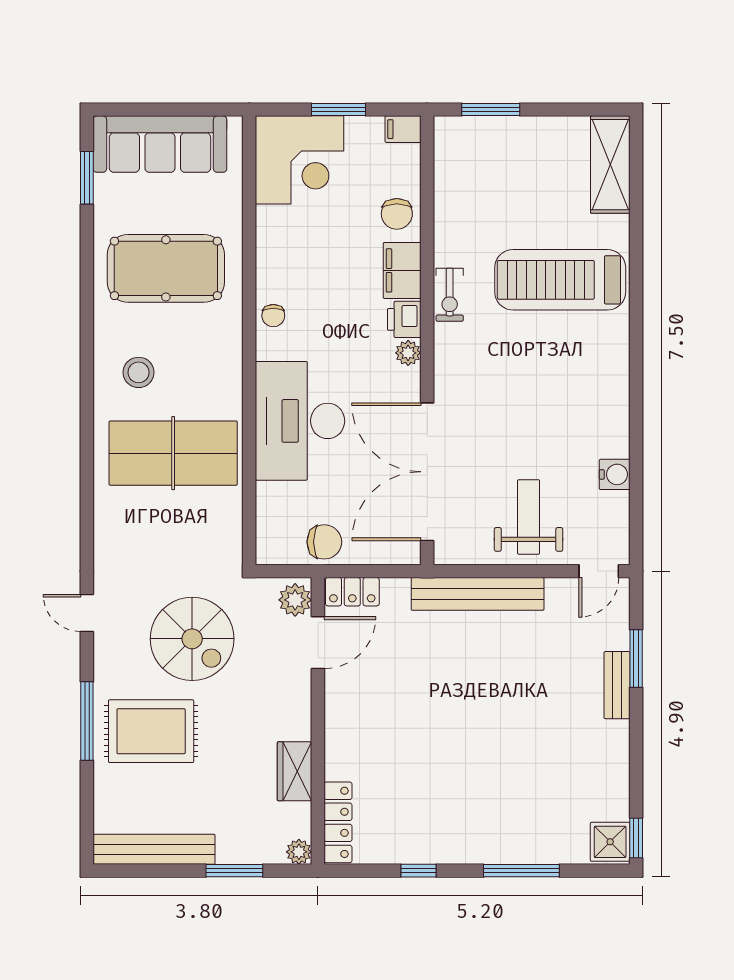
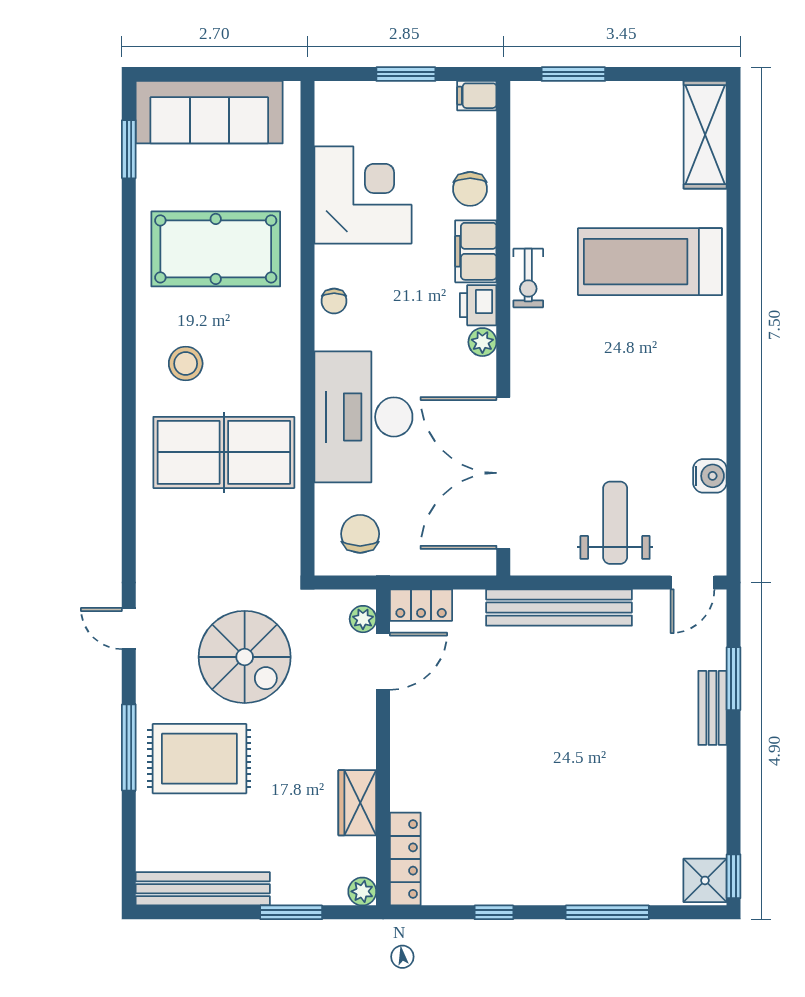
corner desk: (300, 160) -> (363, 195), moved, turned -90
chair: (324, 542) -> (360, 534), moved, turned -90
plant: (295, 600) -> (363, 619), width x0.73, depth x0.73

